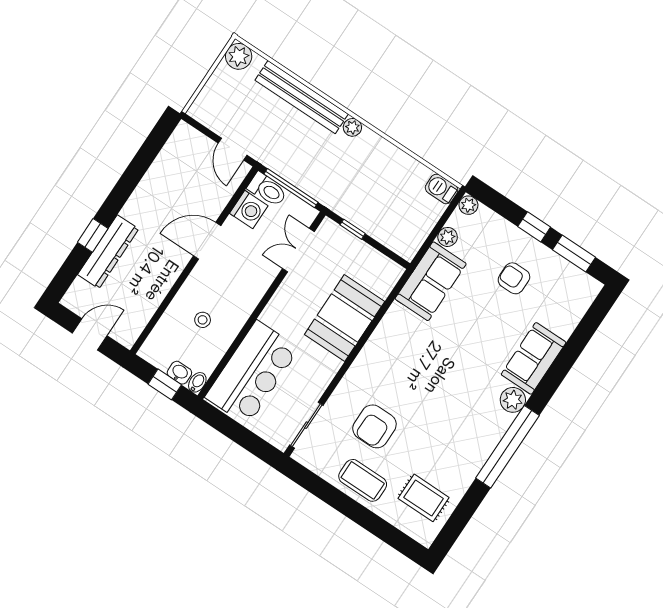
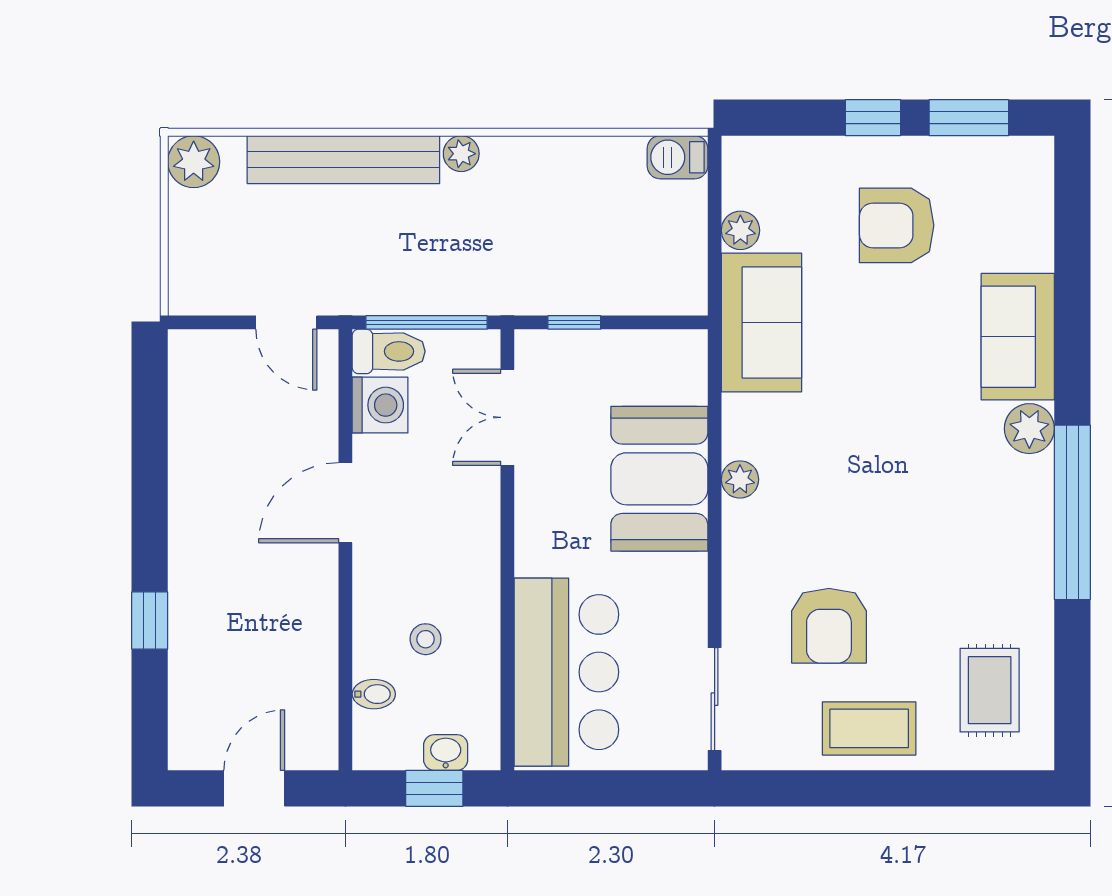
plant: (468, 205) -> (740, 479), moved
dresser: (108, 252) -> (193, 631), removed
armchair: (514, 278) -> (897, 225), width x1.38, depth x1.38
bidet: (197, 382) -> (374, 694), moved, turned 90
rug: (424, 498) -> (990, 690), turned 90

